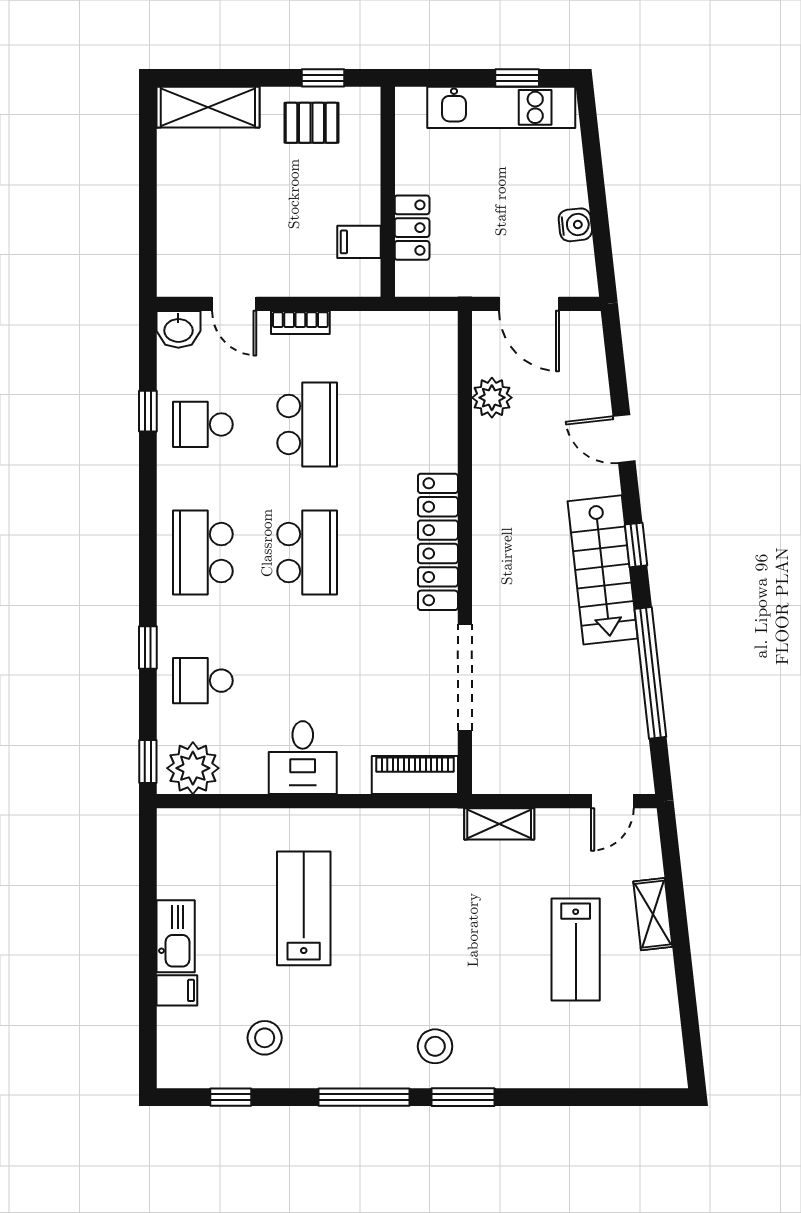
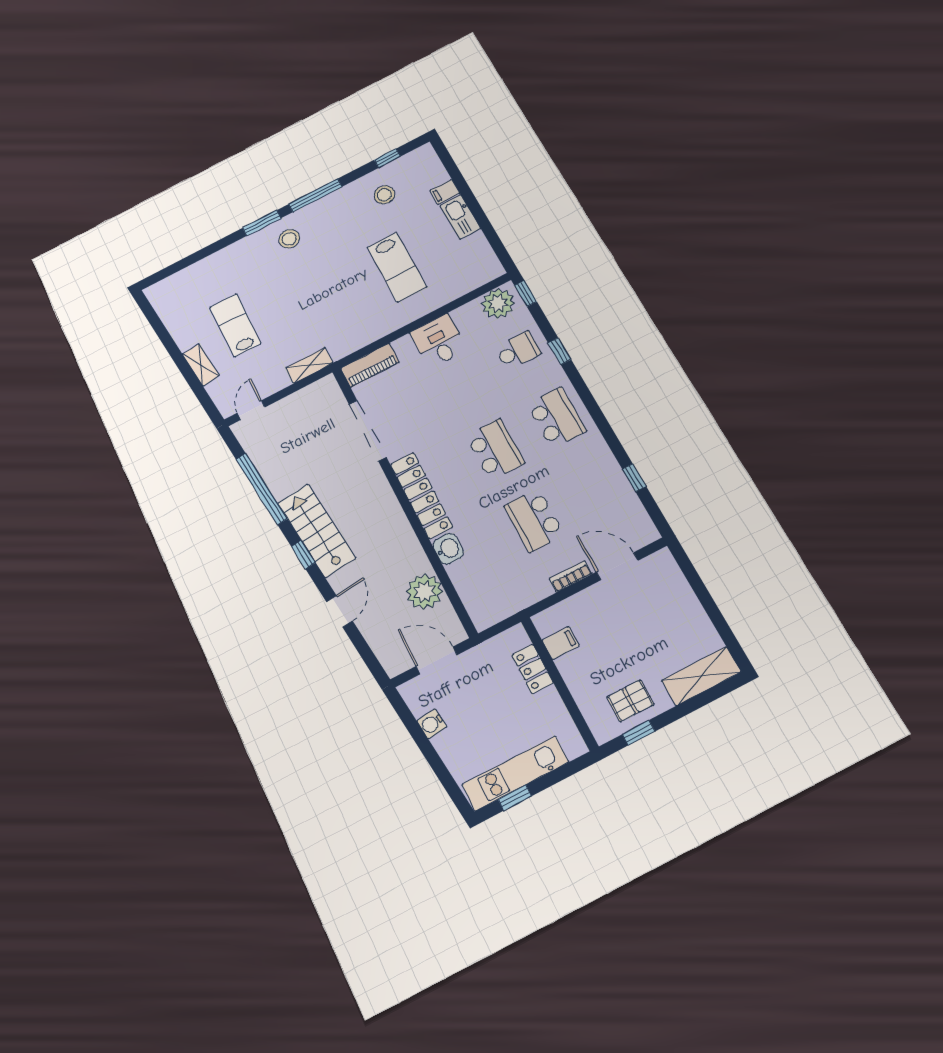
door: (234, 304) -> (617, 566), width x1.38
washbasin: (178, 329) -> (448, 549), moved, turned 90
plant: (492, 398) -> (424, 592), width x1.36, depth x1.36
school desk: (203, 424) -> (597, 488), removed
door: (624, 439) -> (339, 611), hinge flipped
school desk: (307, 553) -> (495, 450), turned 180

